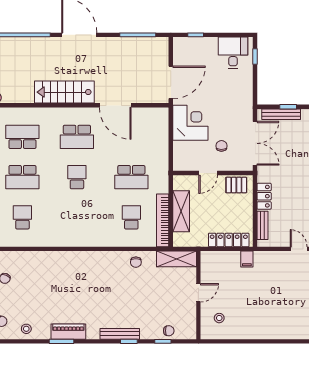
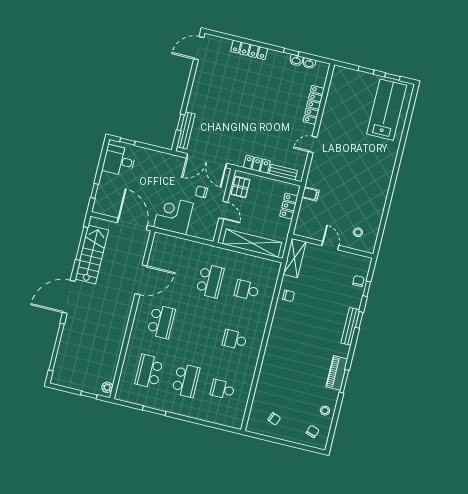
stairs: (64, 92) -> (92, 255), moved, turned 180
double door: (255, 143) -> (207, 161), swing flipped
school desk: (77, 177) -> (235, 340), moved
shelving: (181, 211) -> (252, 243), width x1.47
bookcase: (163, 220) -> (256, 262), removed
locker: (229, 240) -> (289, 206), width x0.66

